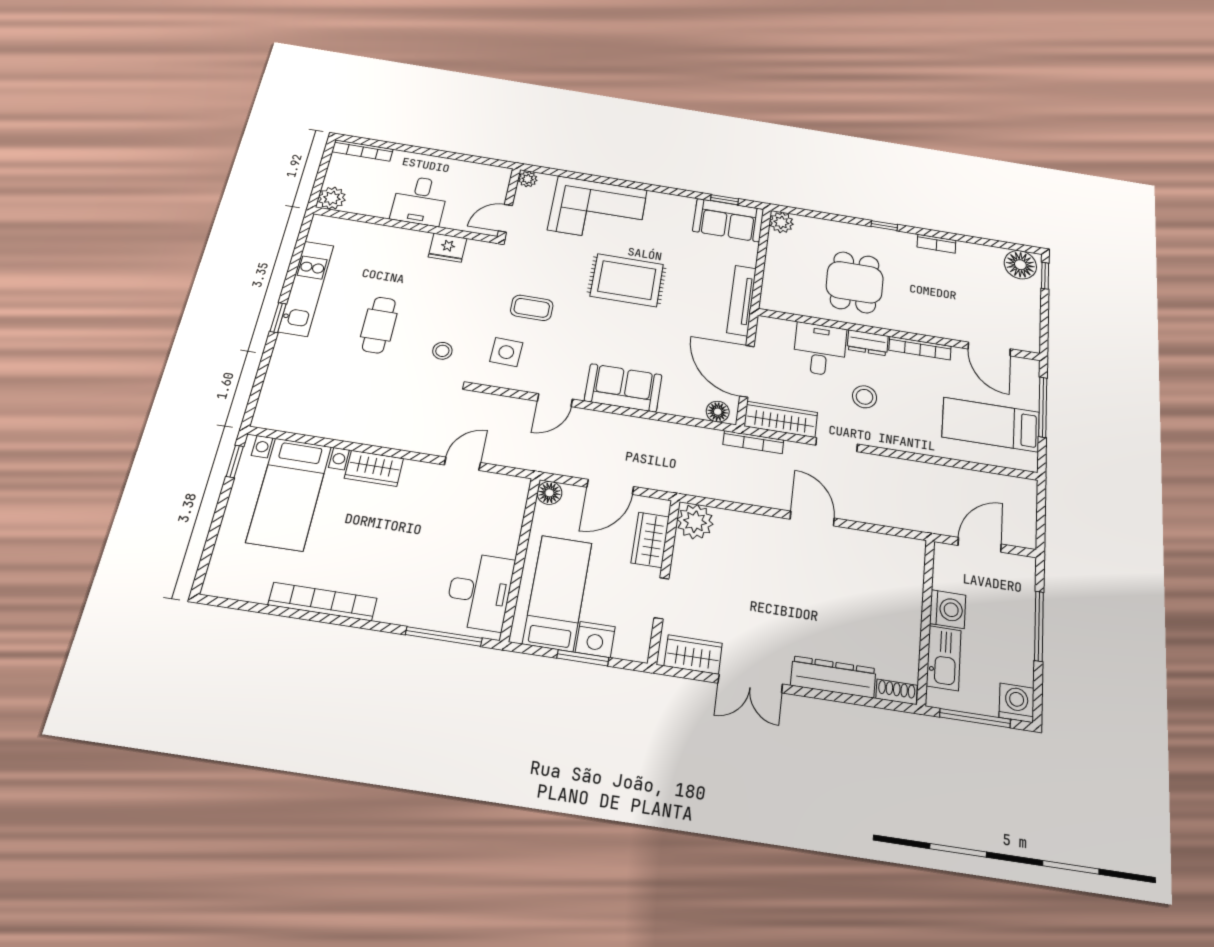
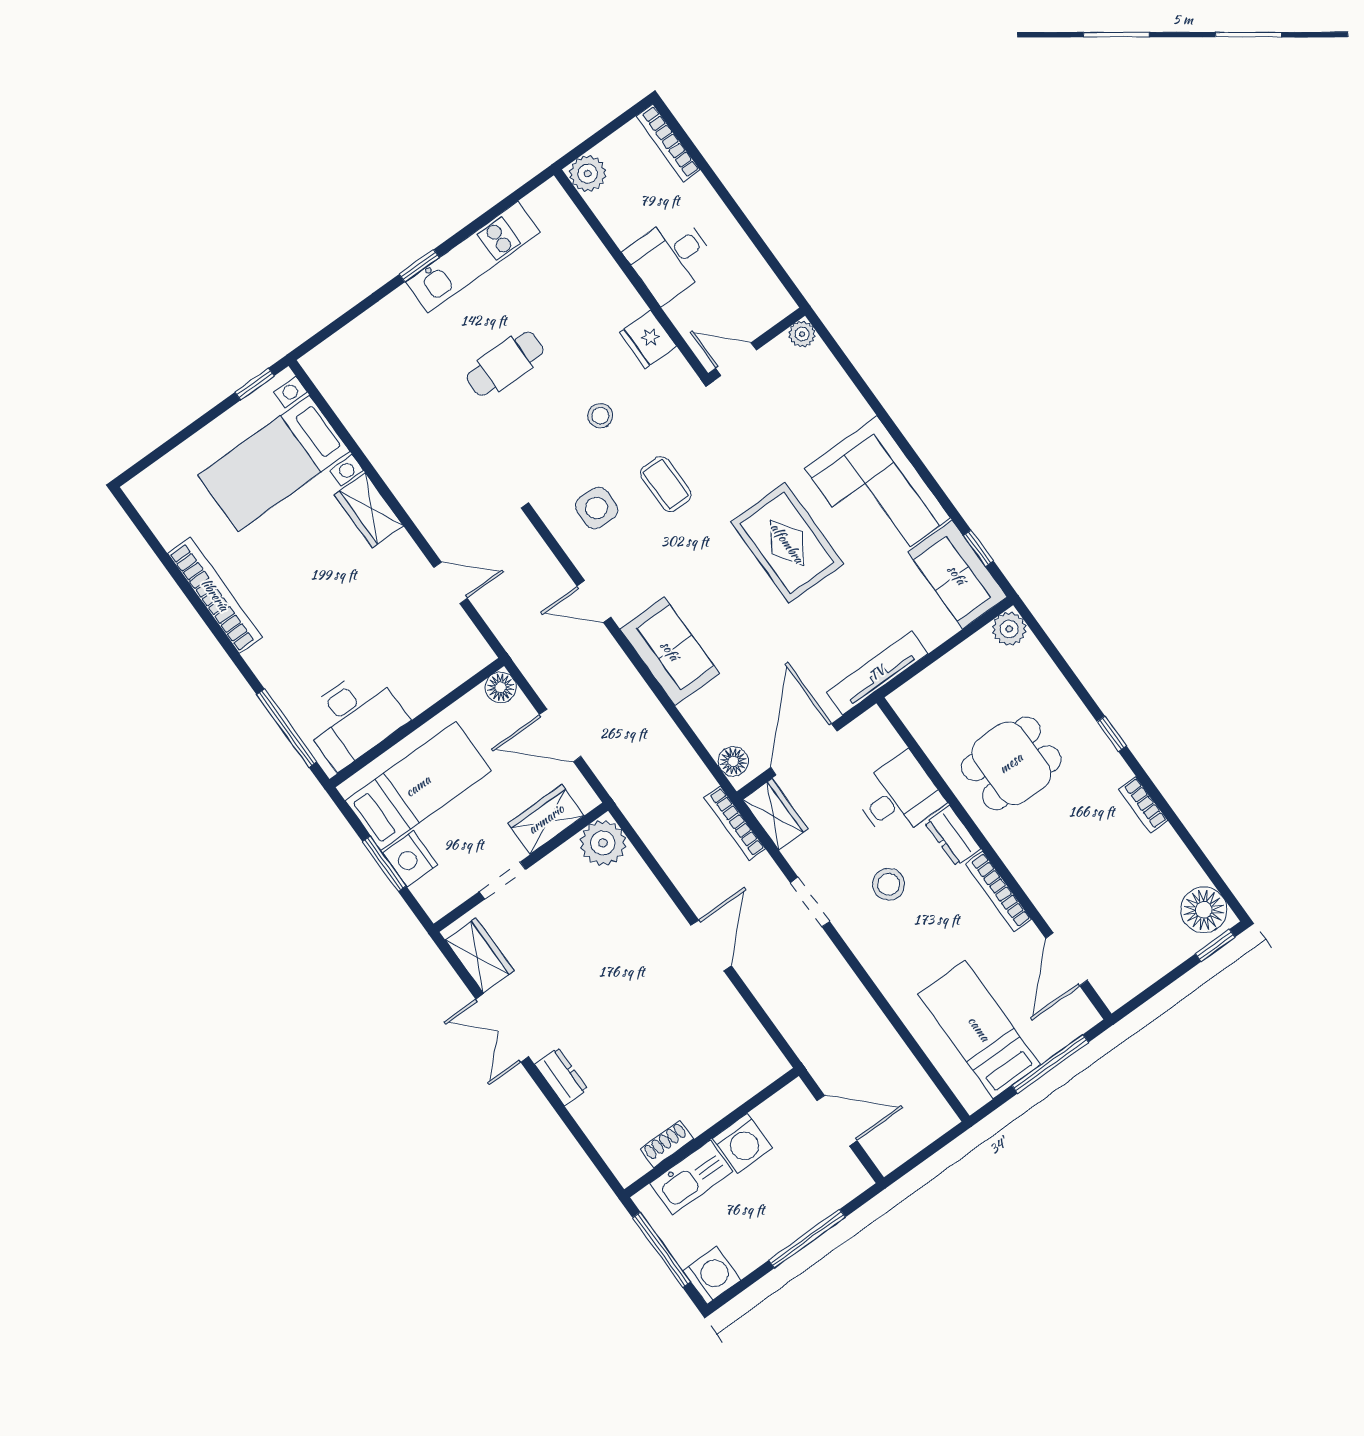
corner sofa: (598, 210) -> (877, 493), moved
stool: (442, 351) -> (600, 416), moved
wardrobe: (781, 419) -> (775, 814), width x0.67
dresser: (833, 677) -> (561, 1077), width x0.51, depth x0.80
shoe rack: (897, 692) -> (667, 1144), moved, turned -90

